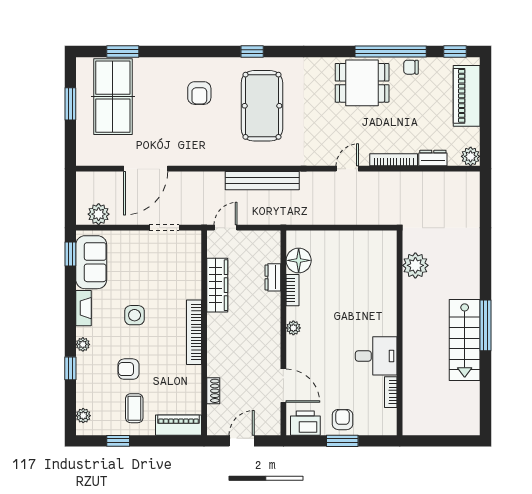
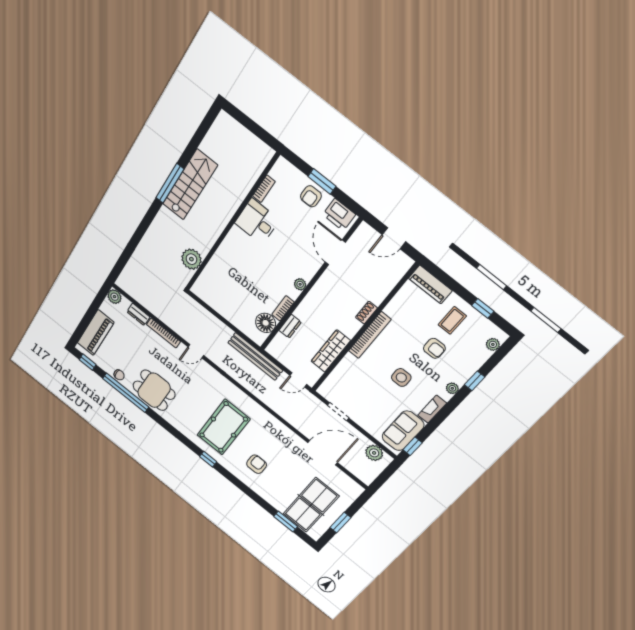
bench: (262, 181) -> (255, 356), moved
shoe rack: (213, 391) -> (366, 313), moved

